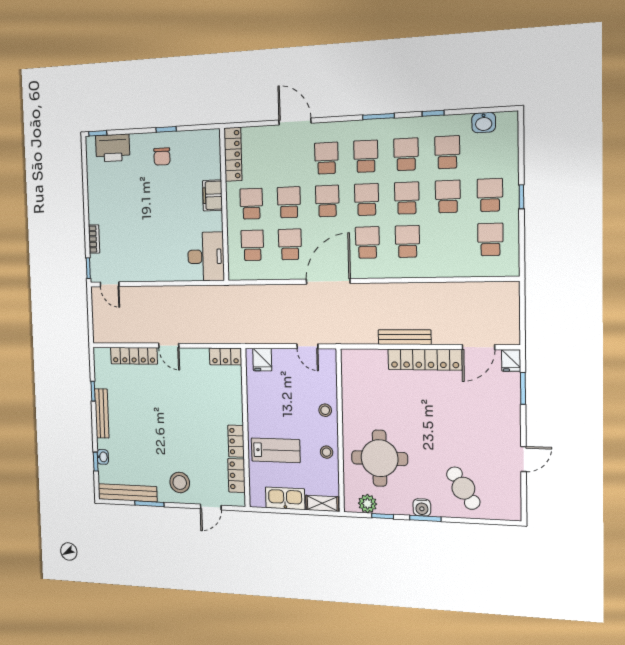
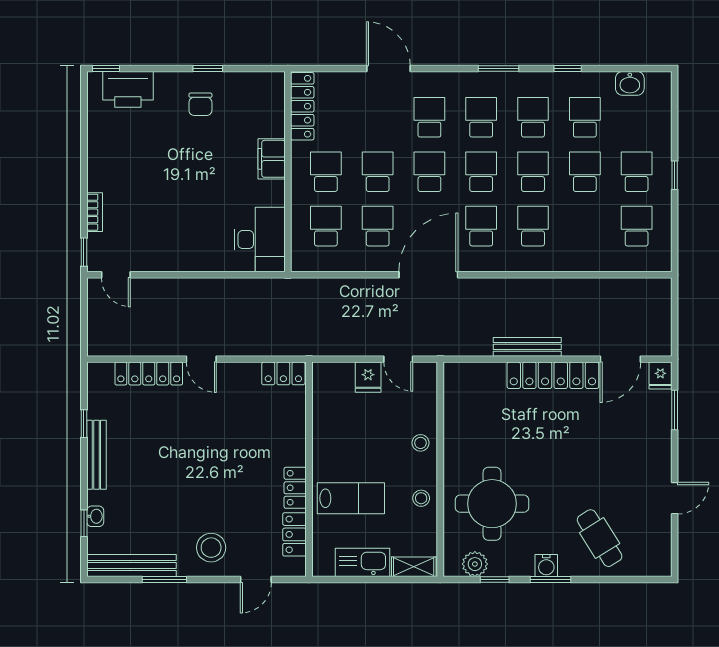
fridge: (262, 360) -> (368, 377), moved

